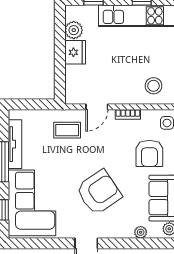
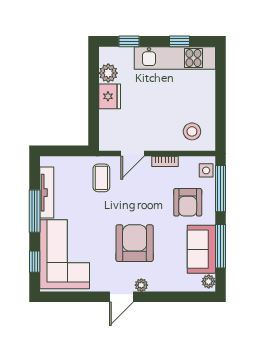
coffee table: (67, 130) -> (101, 178), turned 90
armchair: (99, 192) -> (135, 243), turned -56
plant: (141, 232) -> (141, 285), moved

